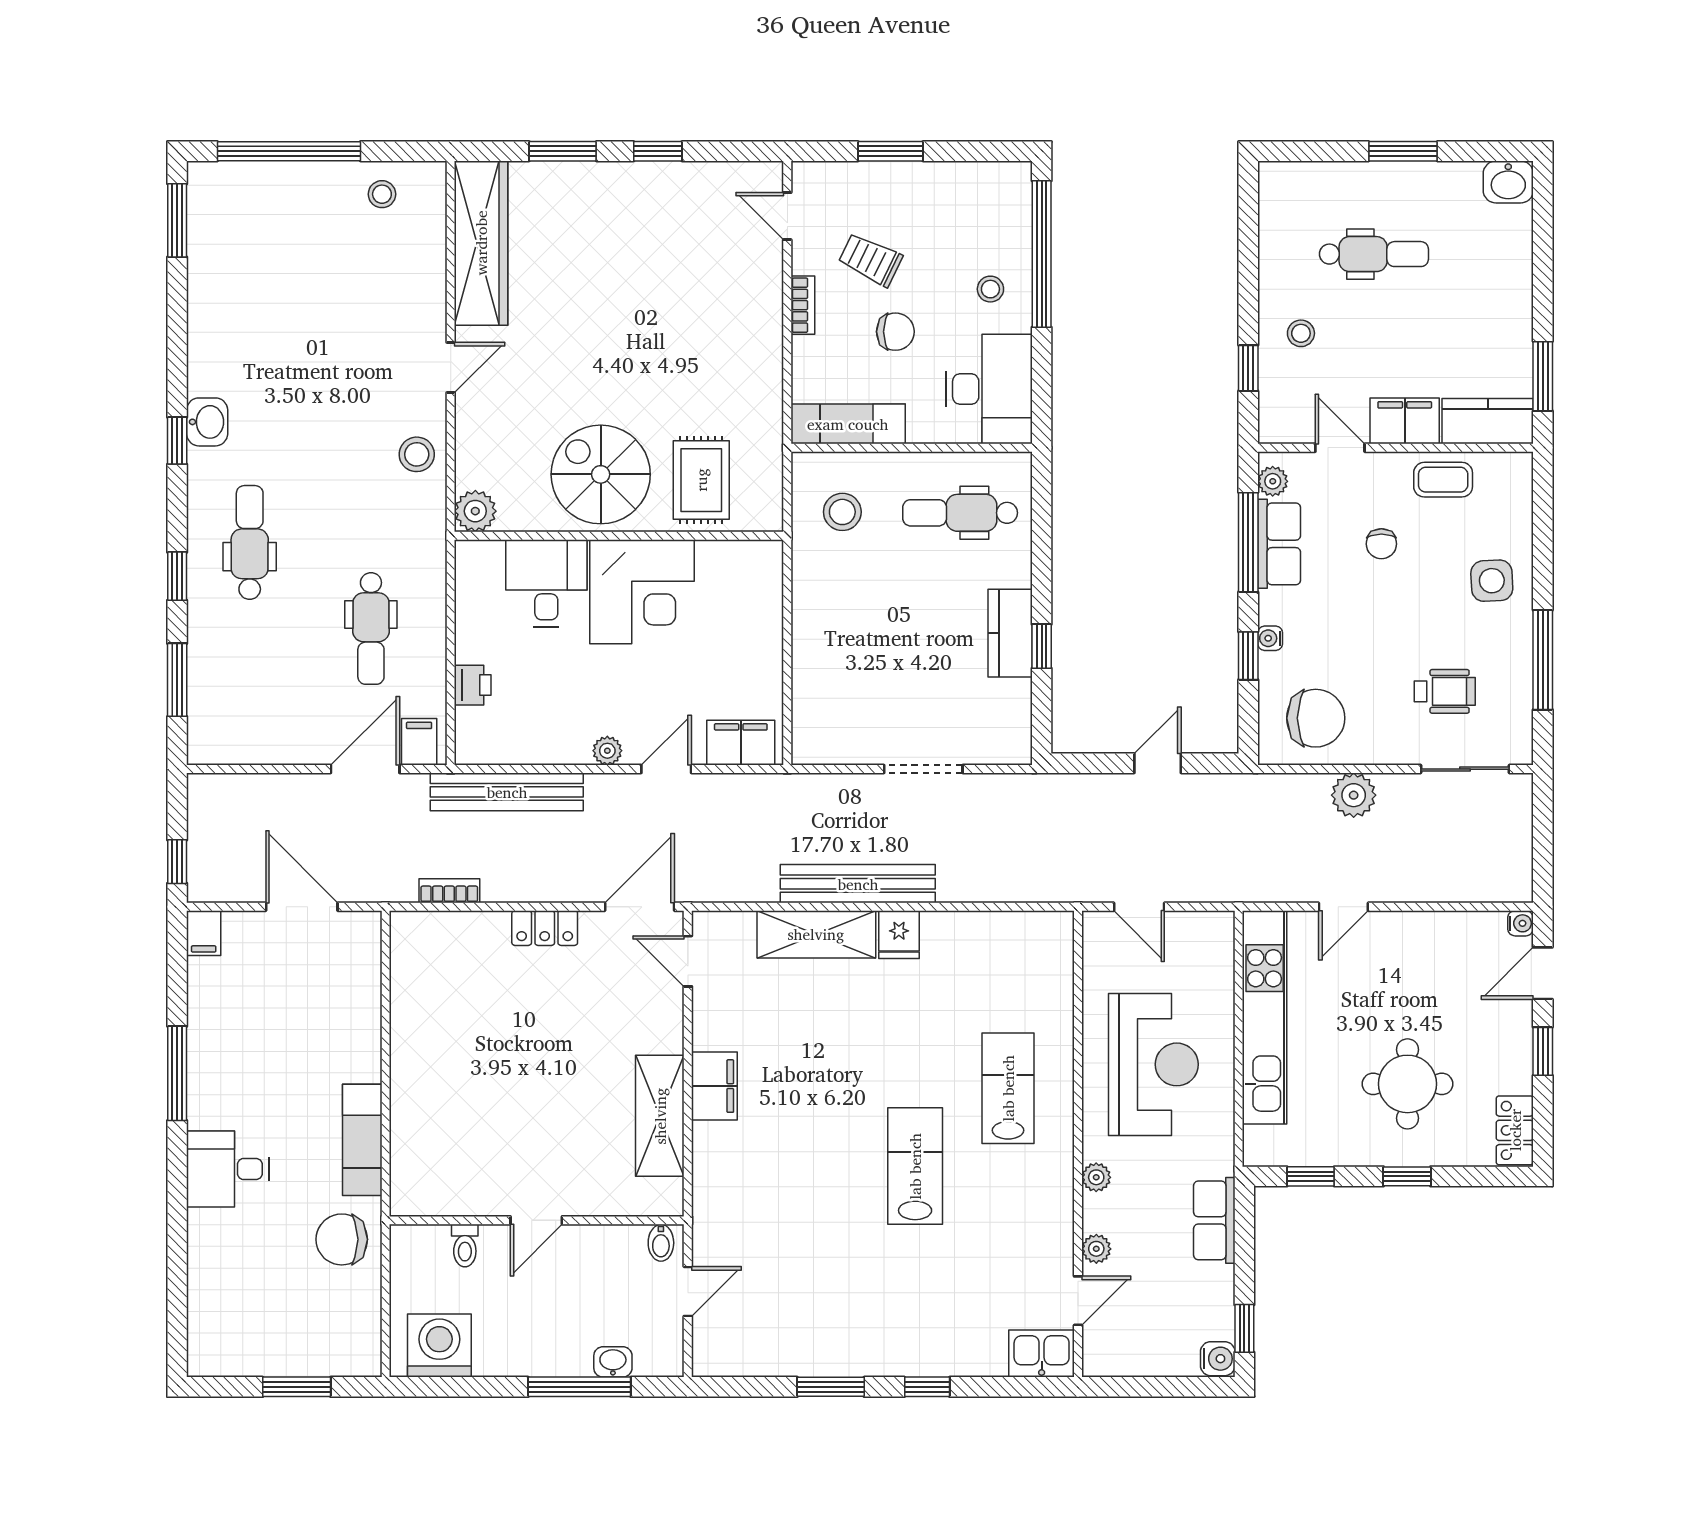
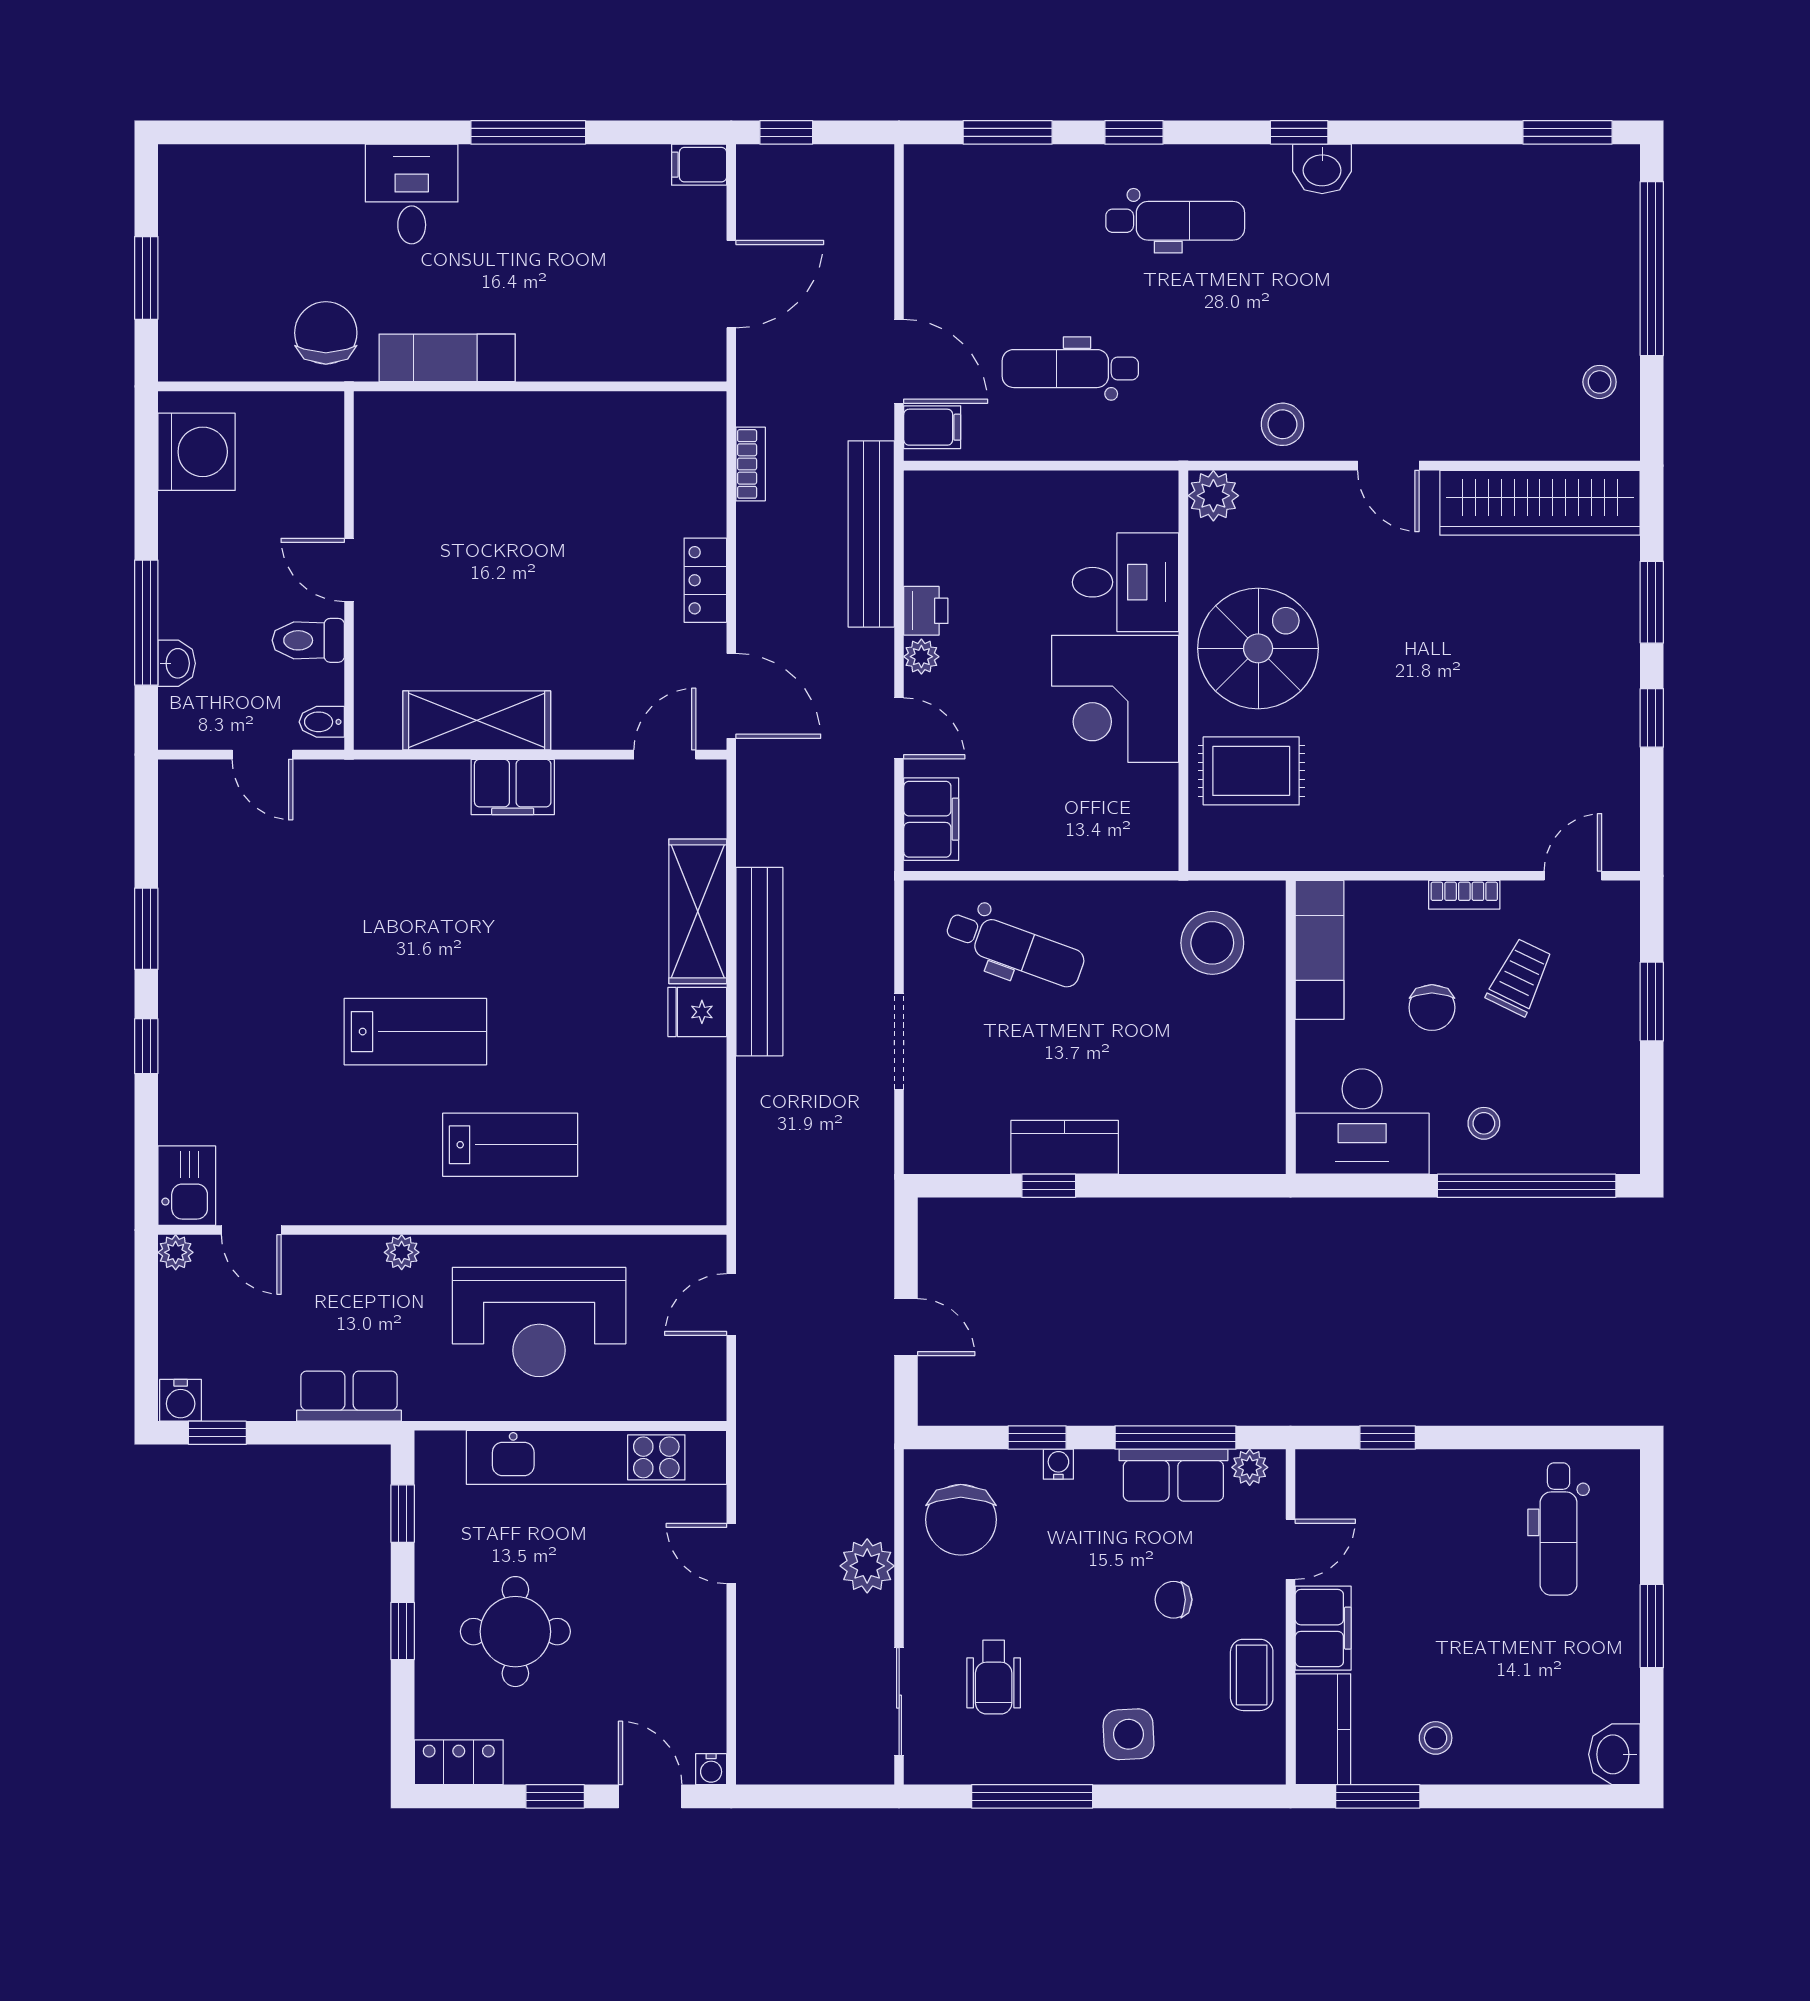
dental chair: (1374, 254) -> (1559, 1529), moved
stool: (1301, 333) -> (1436, 1738), moved
stool: (842, 512) -> (1212, 943), width x1.38, depth x1.38
dental chair: (960, 513) -> (1015, 948), moved, turned 110
printer: (473, 685) -> (926, 611), moved, turned -90
toilet: (465, 1246) -> (308, 640), moved, width x1.37, depth x1.39
plant: (1096, 1249) -> (176, 1252), moved

